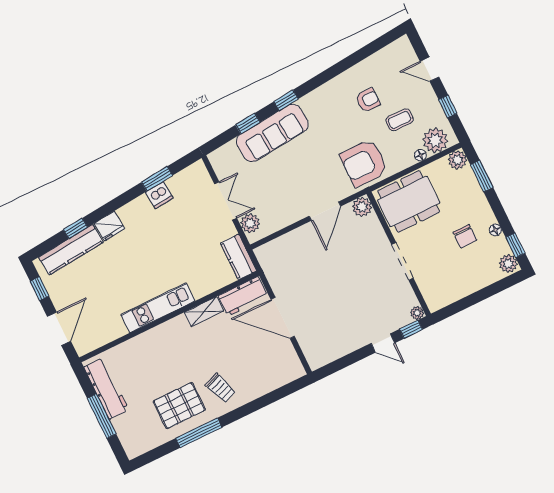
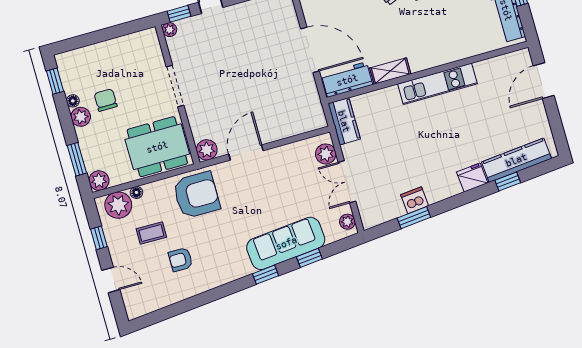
plant: (219, 164) -> (347, 222), added
plant: (508, 264) -> (81, 117), moved
window: (39, 289) -> (556, 126), removed

